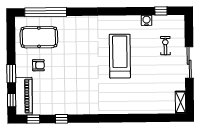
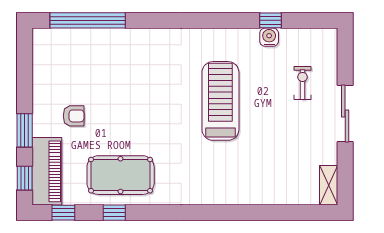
window: (161, 11) -> (270, 20), moved
pool table: (39, 37) -> (121, 175), moved

